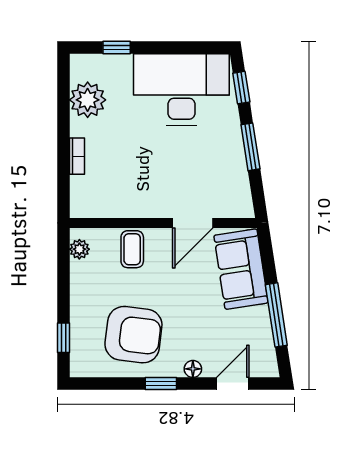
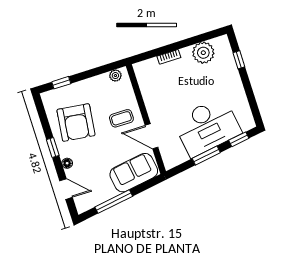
desk: (181, 89) -> (207, 127), moved, turned 81
coffee table: (132, 249) -> (121, 118), moved

